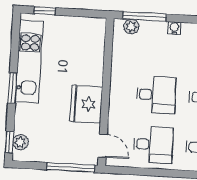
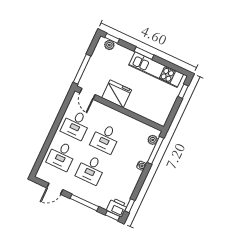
door: (103, 146) -> (87, 94), hinge flipped

